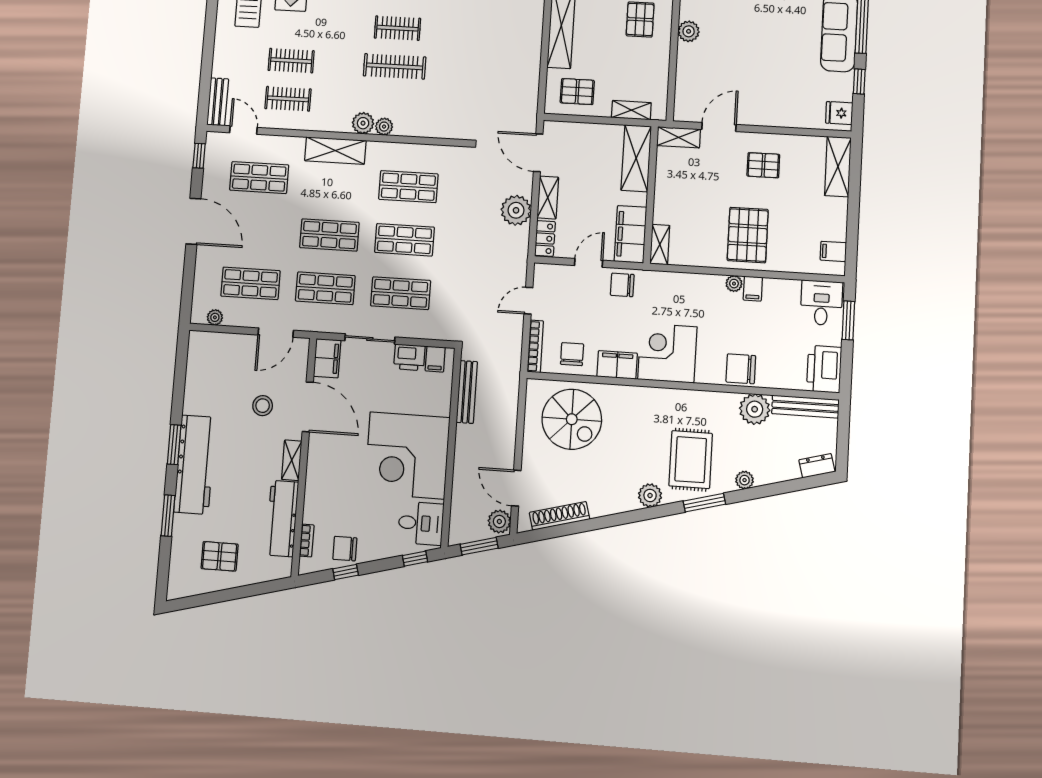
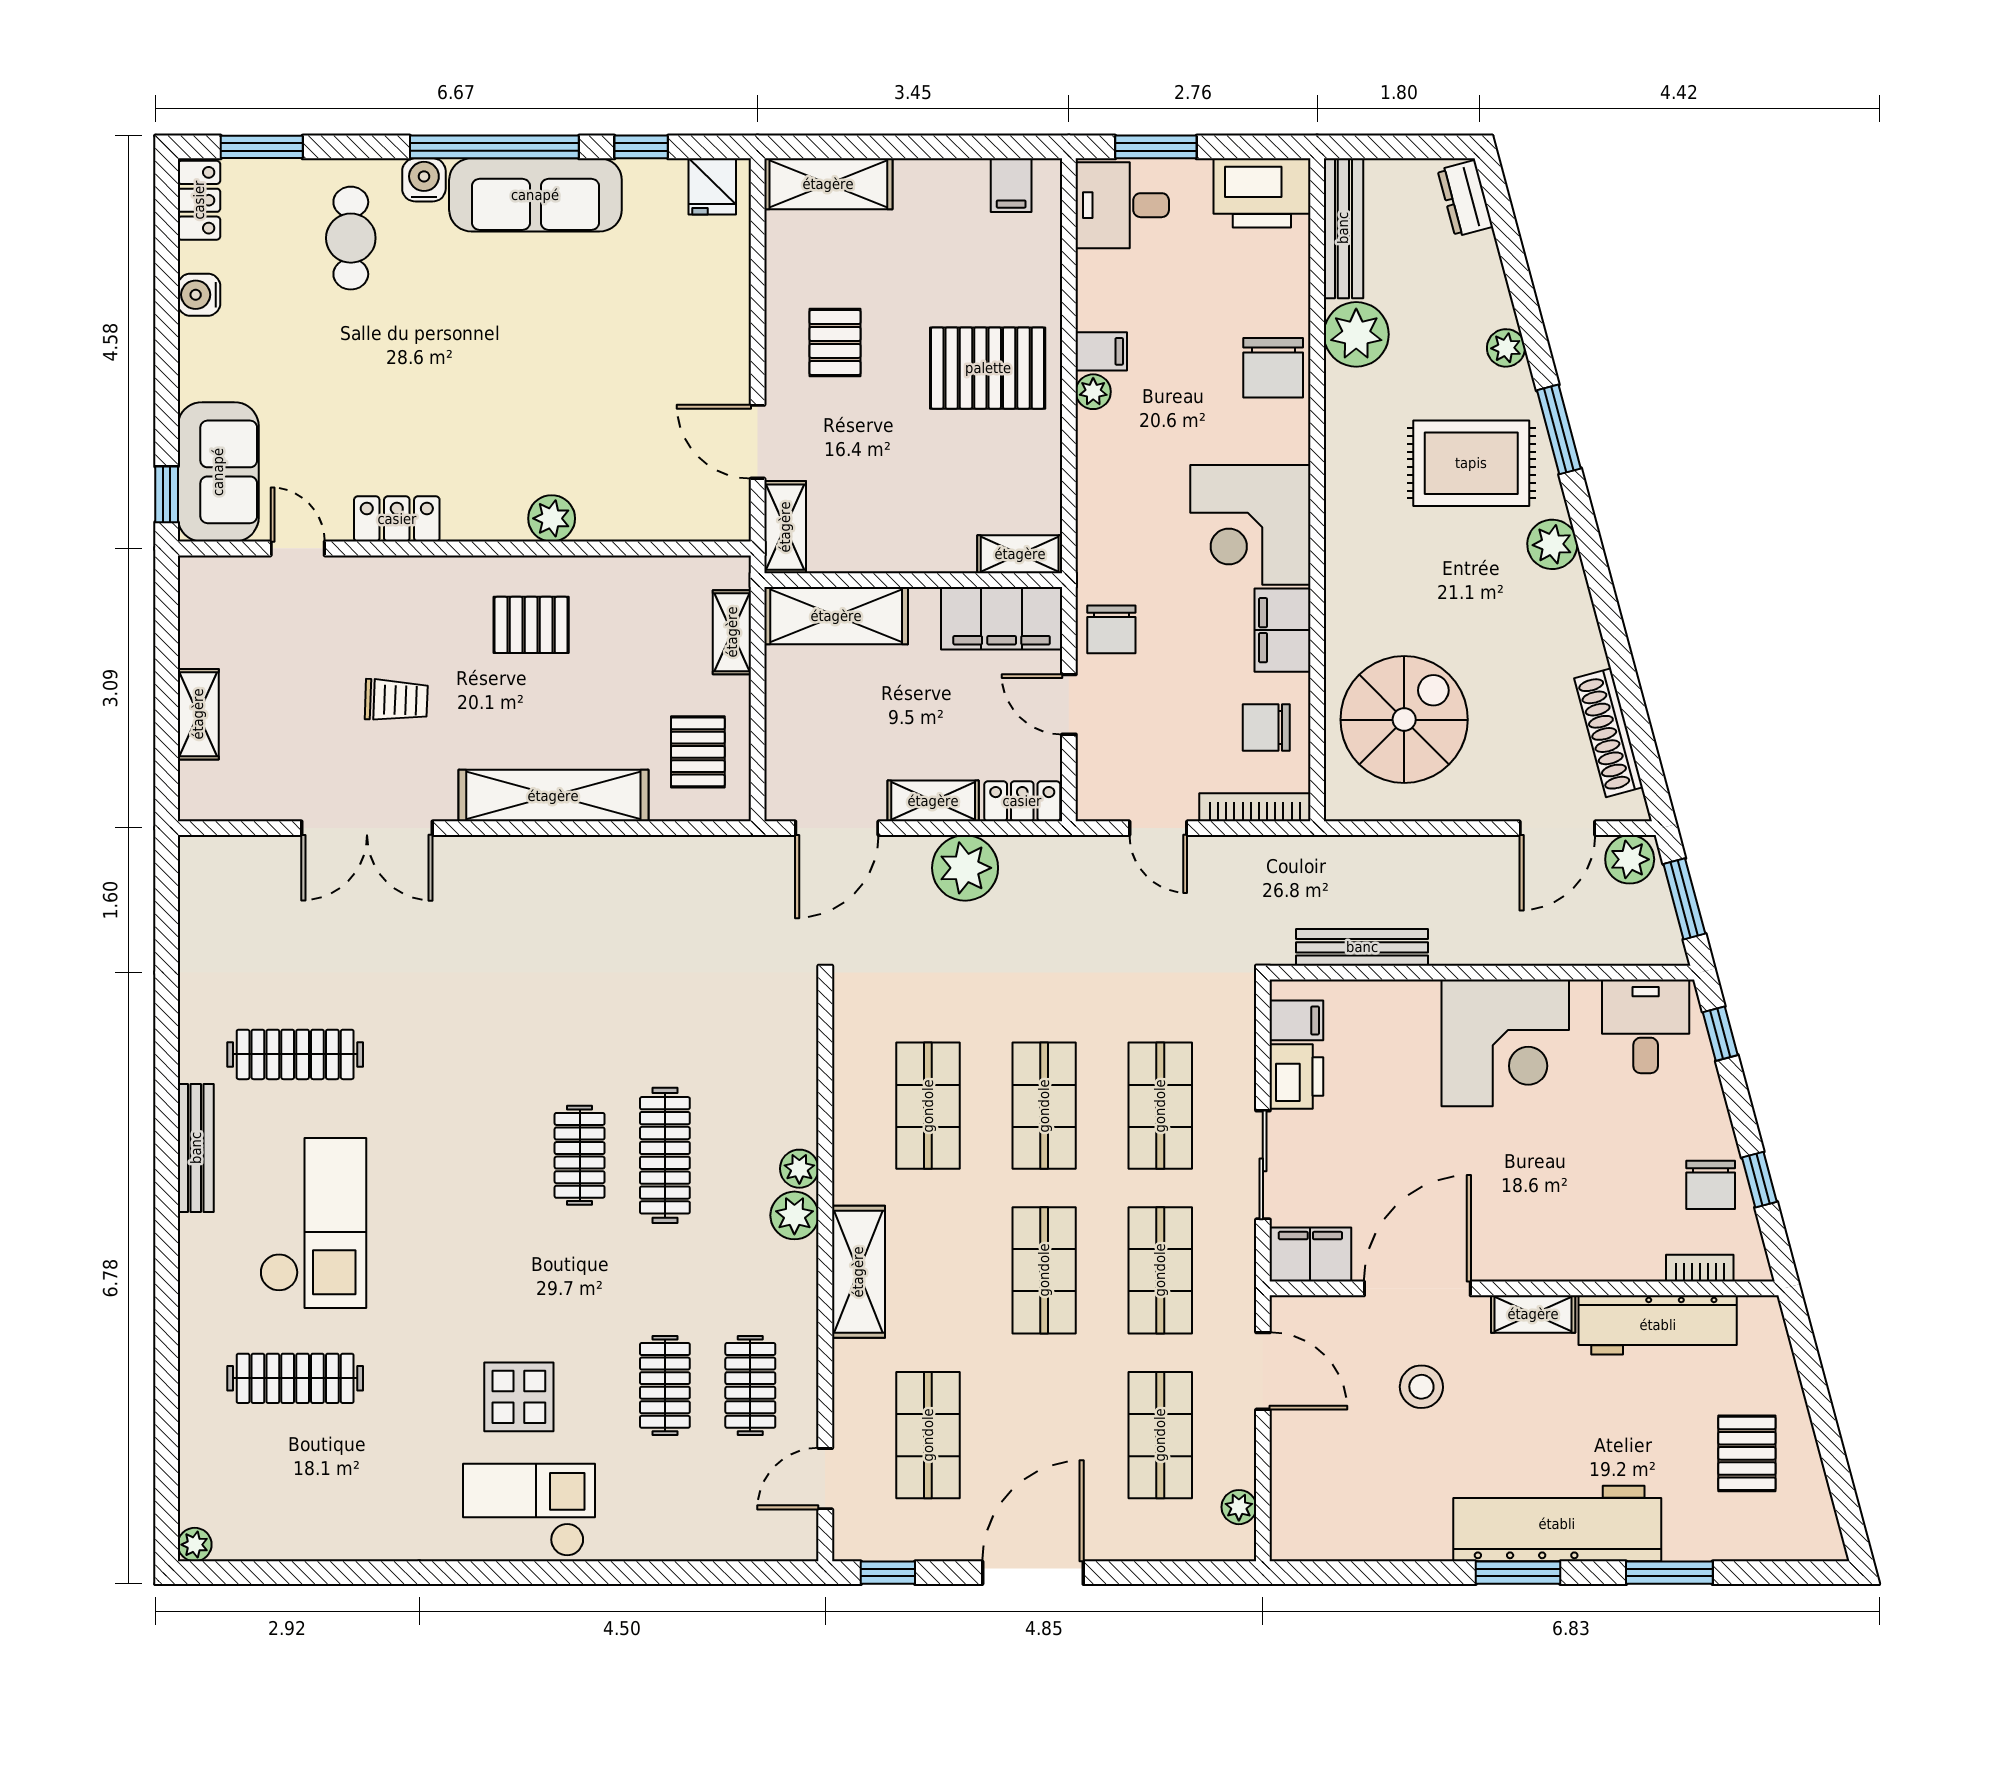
bench: (218, 102) -> (766, 1541), removed
corner desk: (407, 455) -> (1505, 1043), width x0.74, depth x0.74

